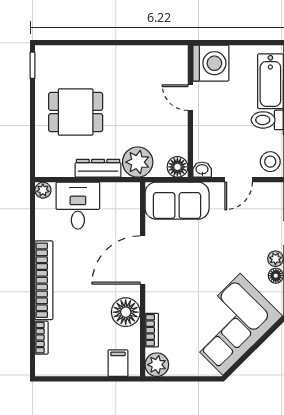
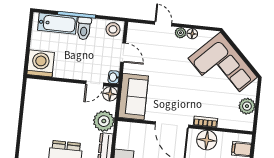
door: (190, 98) -> (95, 83), moved
bookcase: (152, 330) -> (205, 122), moved
plant: (157, 365) -> (247, 106), moved

